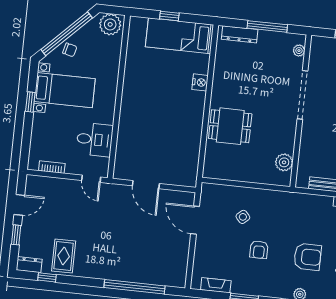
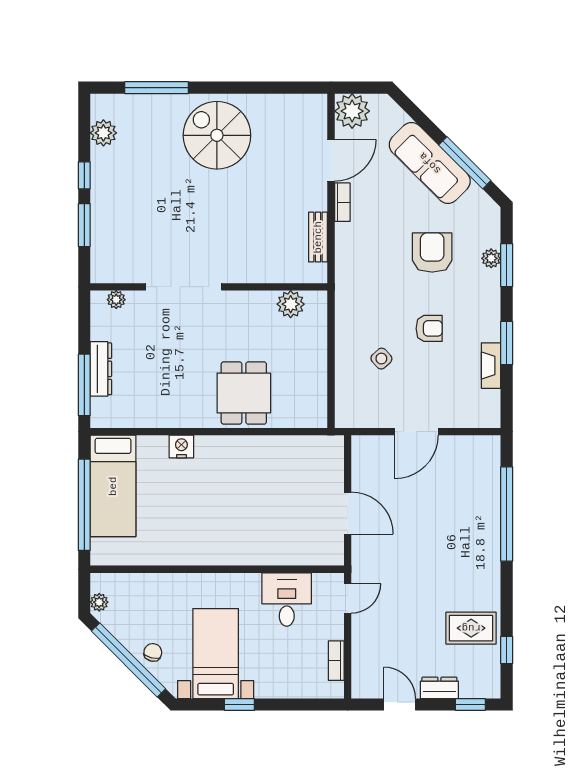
window: (169, 16) -> (84, 505), width x3.17
plant: (110, 24) -> (99, 602), width x0.53, depth x0.53
window: (267, 26) -> (84, 385), moved
dresser: (240, 34) -> (101, 369), moved
door: (146, 185) -> (348, 513), hinge flipped
door: (195, 220) -> (416, 432), moved
window: (16, 235) -> (470, 705), moved
dresser: (29, 265) -> (439, 688), moved, turned 90
fireplace: (216, 285) -> (491, 366), moved

